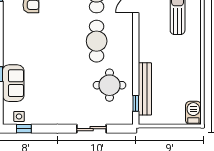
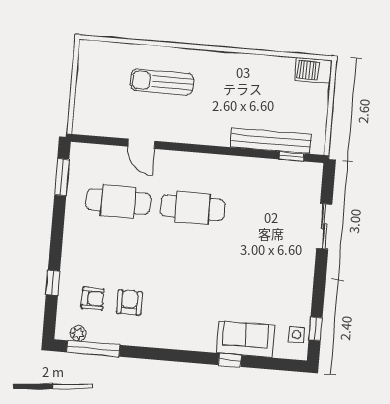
round table: (109, 85) -> (261, 194), removed

